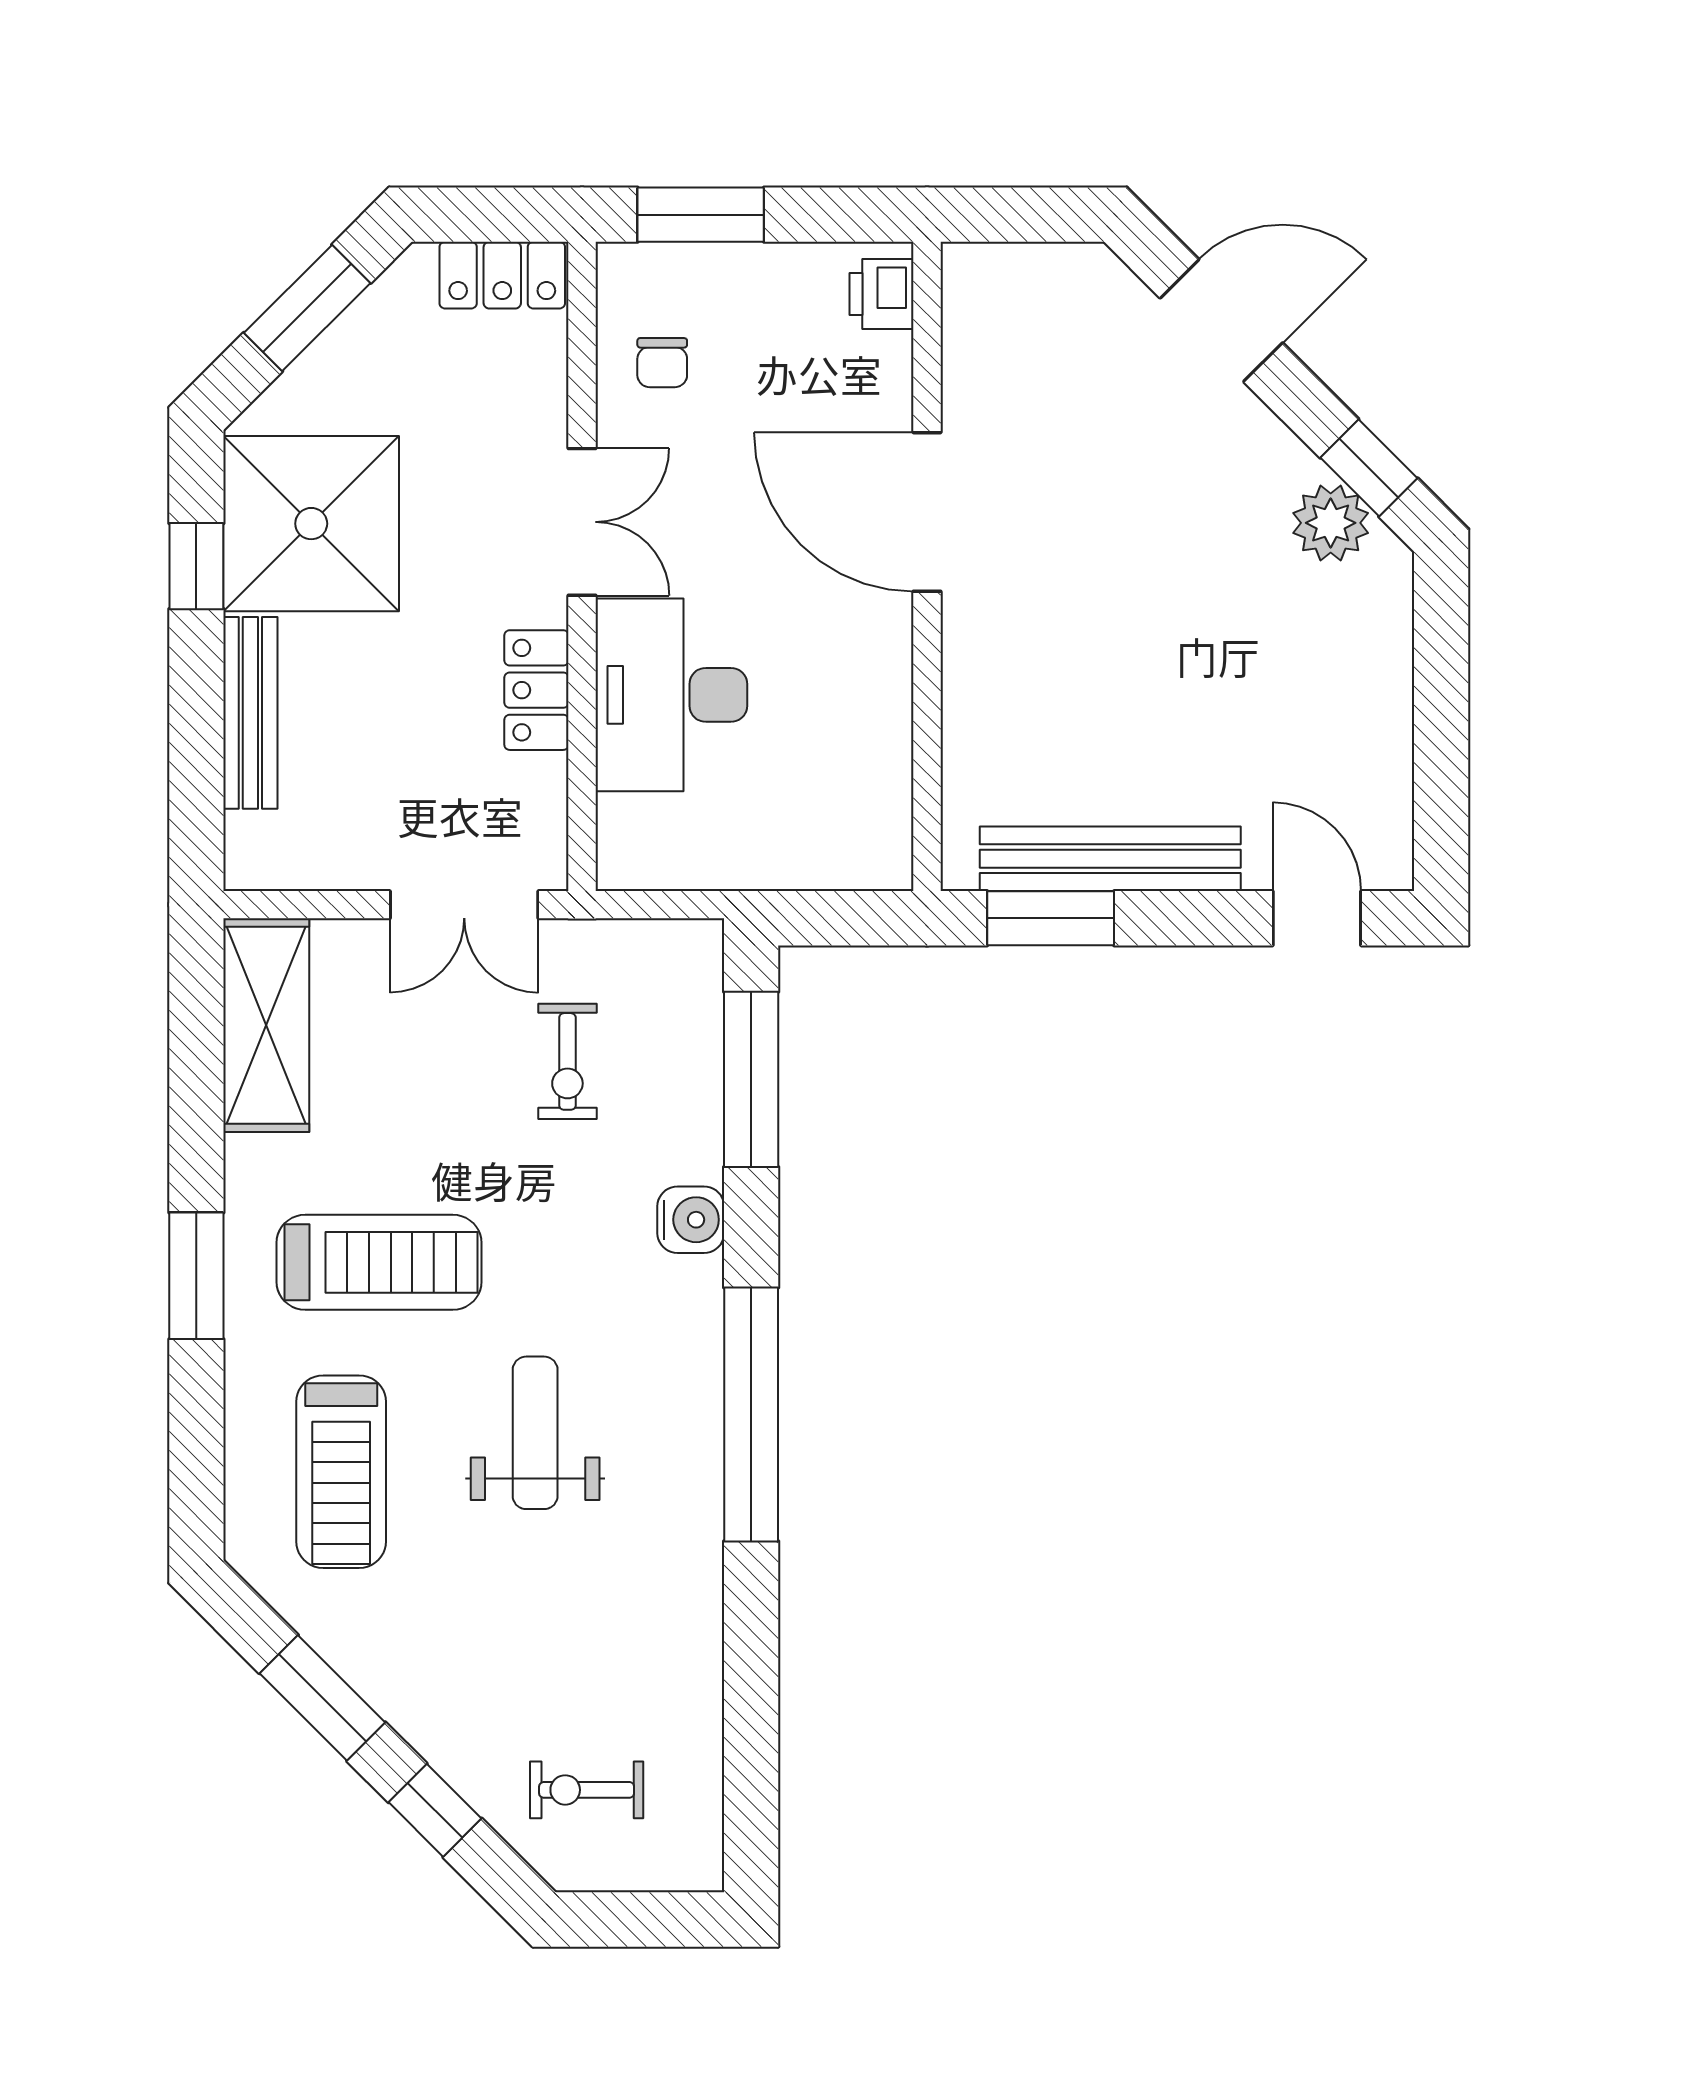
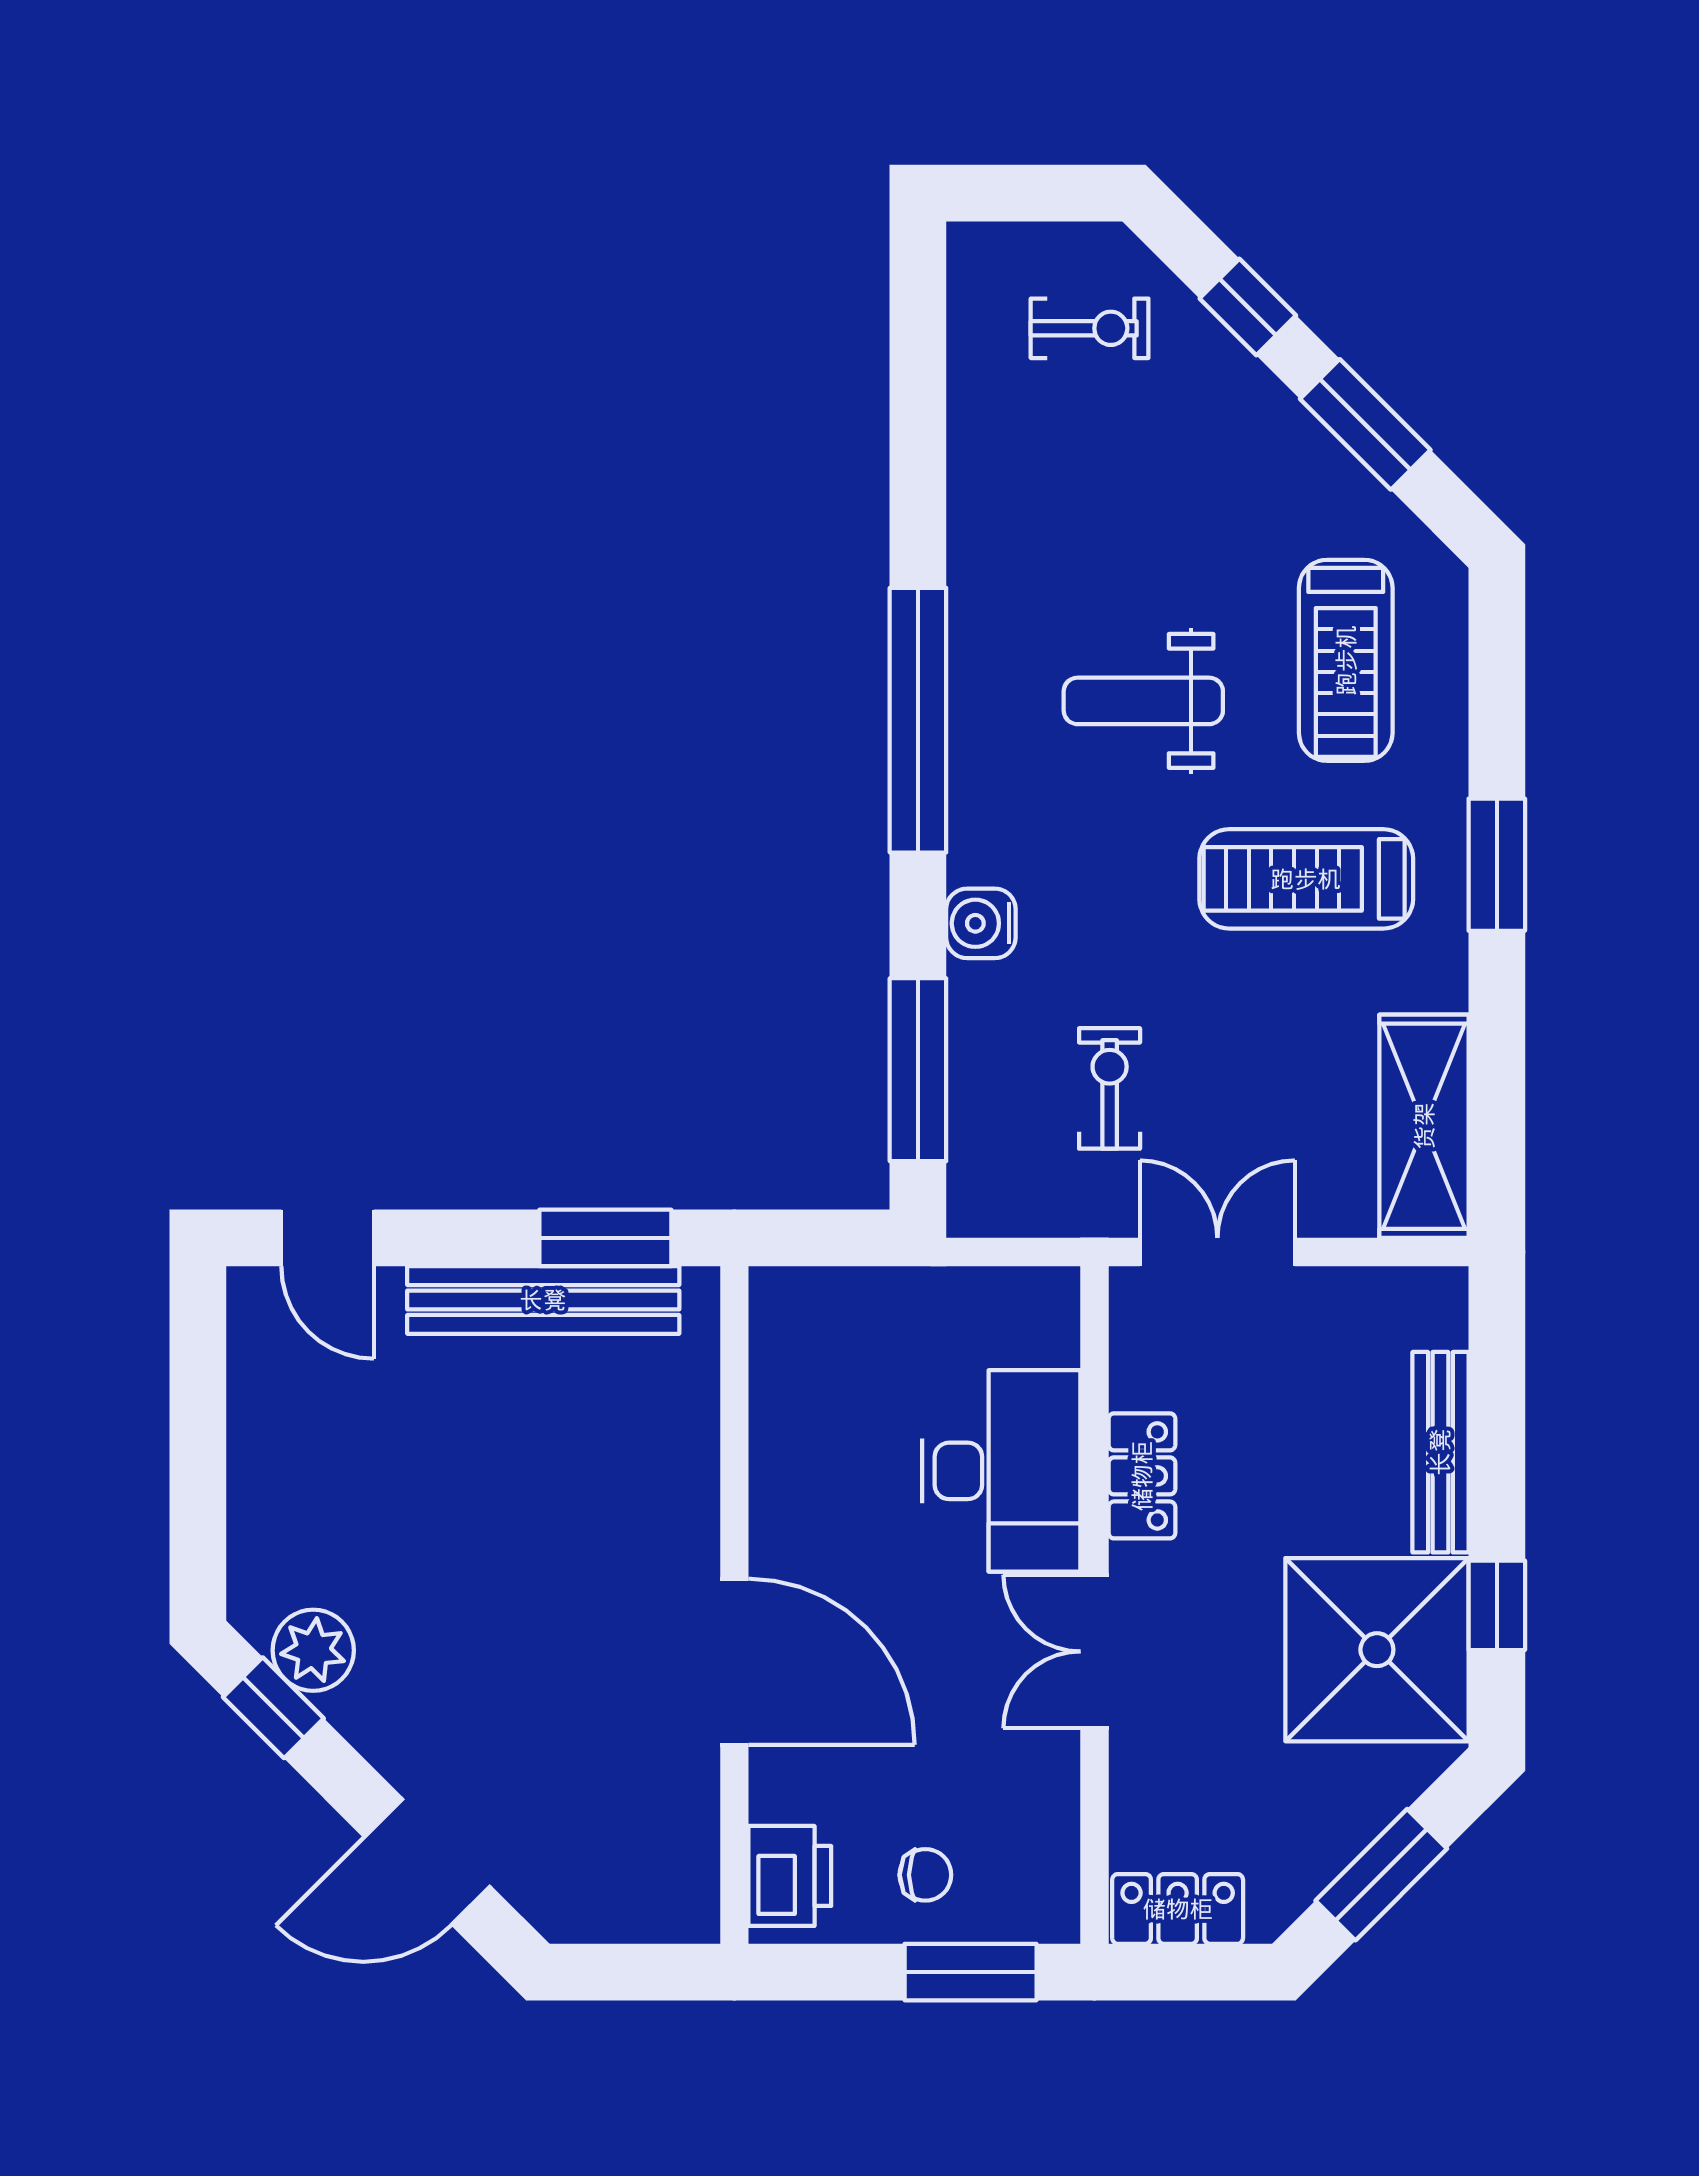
printer: (882, 294) -> (790, 1876), width x1.36, depth x1.24
chair: (662, 363) -> (925, 1875), moved, turned 90
weight bench: (535, 1433) -> (1143, 701), turned 90
treadmill: (341, 1472) -> (1346, 660), turned 180

